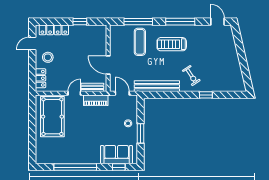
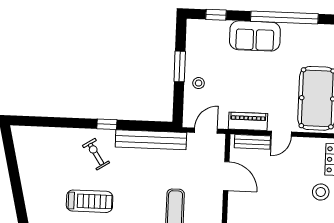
treadmill: (172, 44) -> (90, 201), moved
door: (122, 93) -> (206, 131), swing flipped
window: (206, 95) -> (107, 124), moved
sofa: (117, 155) -> (255, 36), moved

